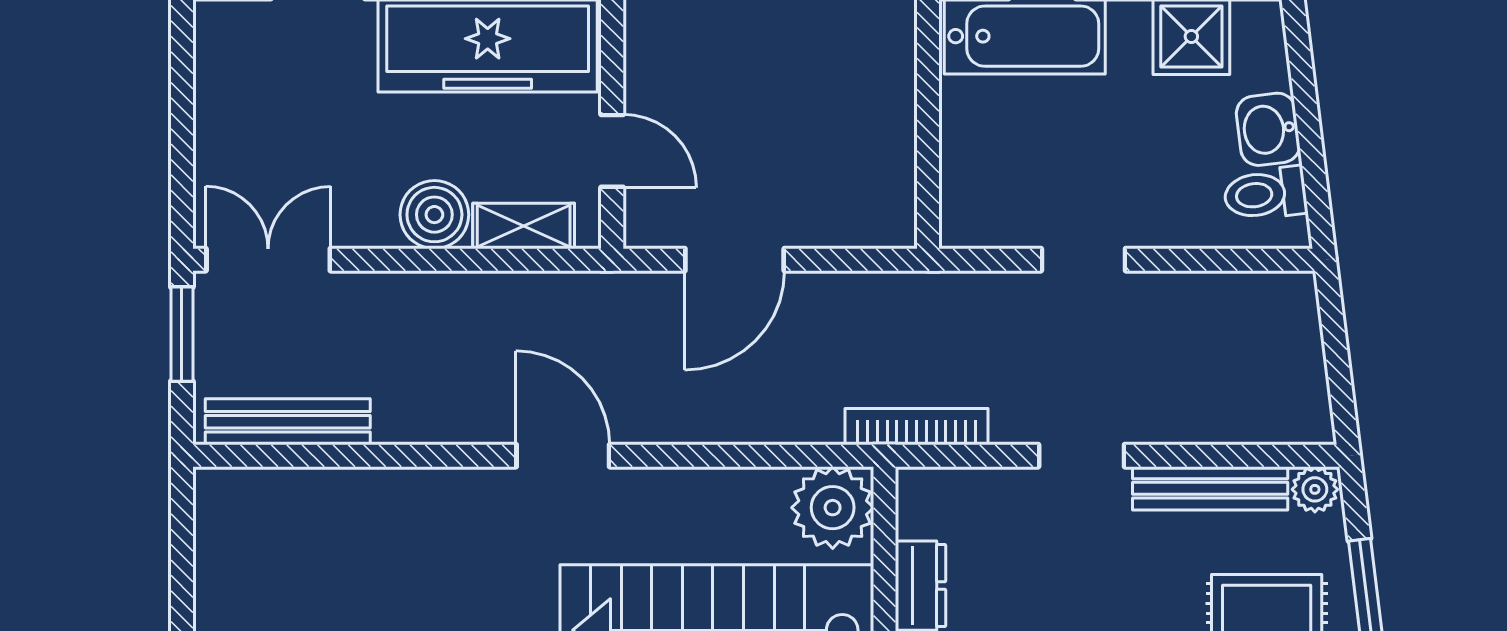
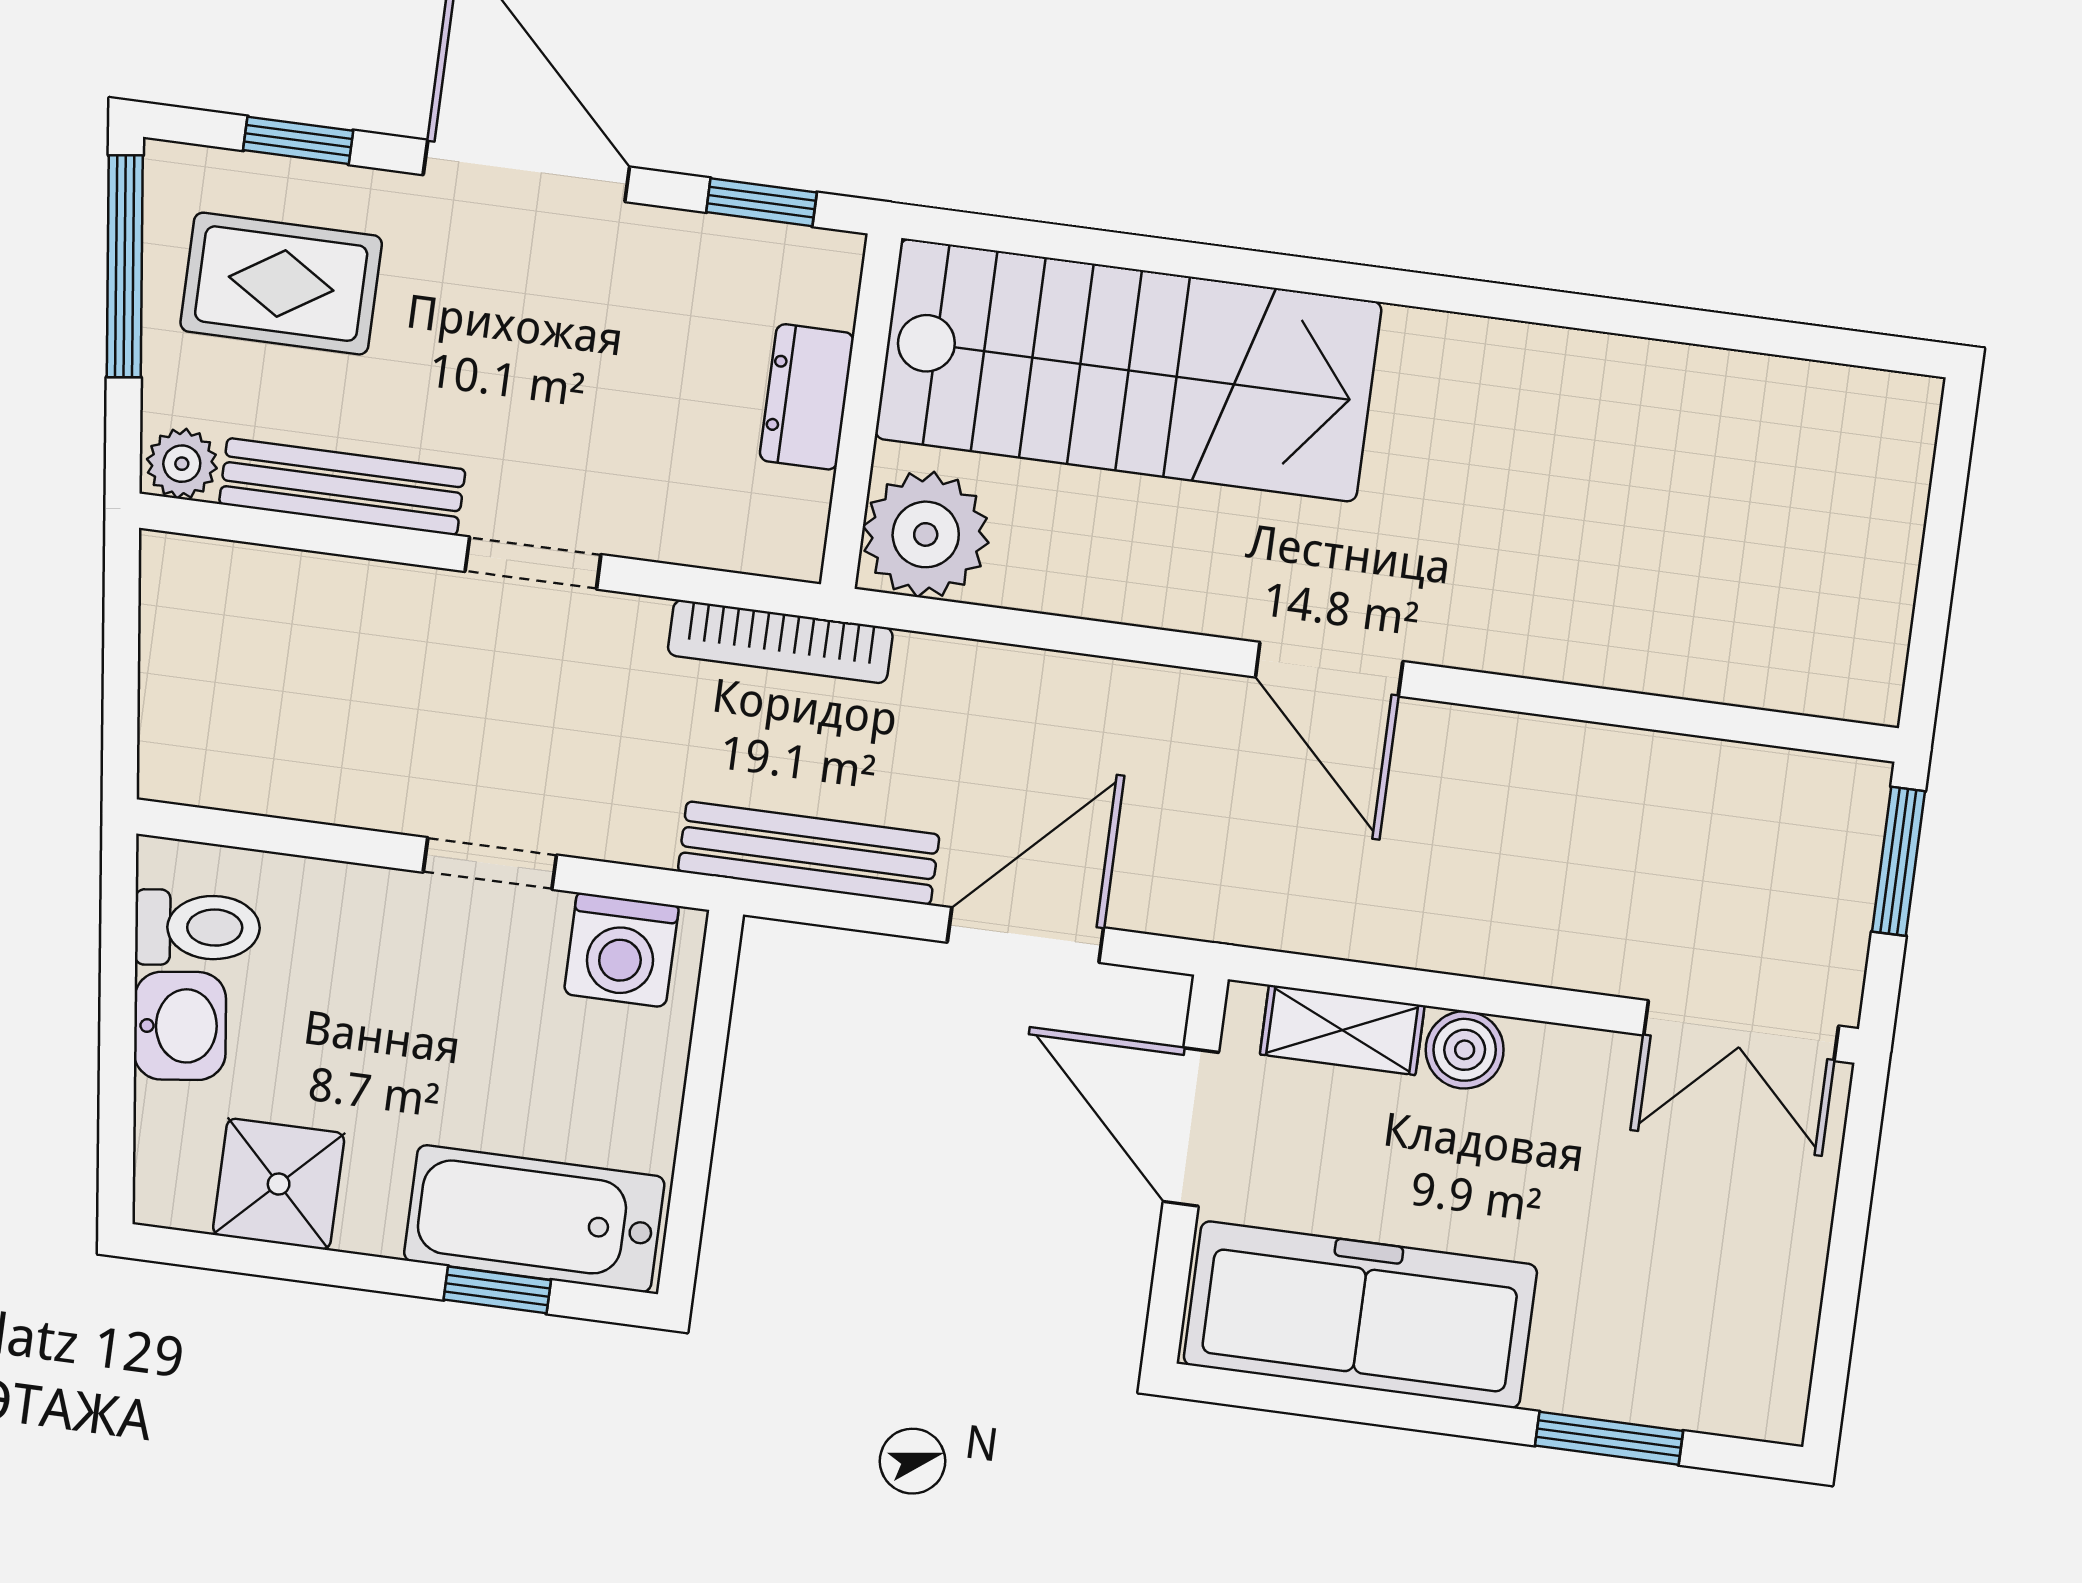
door: (612, 151) -> (1191, 1127), width x1.38
boiler: (434, 215) -> (1465, 1050), width x0.73, depth x0.73
washing machine: (992, 216) -> (621, 950), added
window: (182, 334) -> (1898, 861), moved
bench: (288, 422) -> (809, 853), moved

